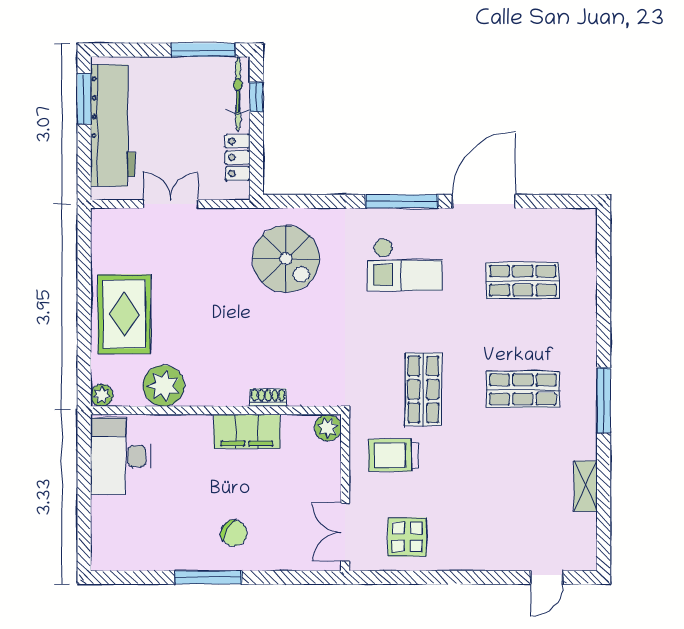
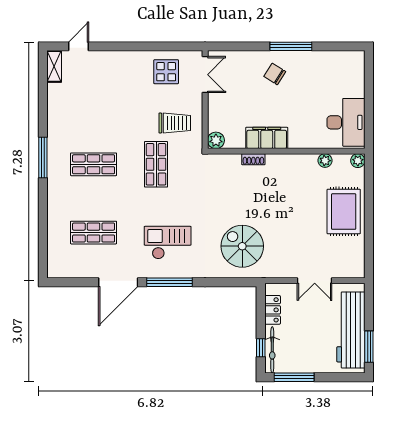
plant: (164, 386) -> (325, 161), width x0.53, depth x0.53
shelving: (586, 486) -> (54, 66), moved

